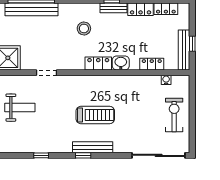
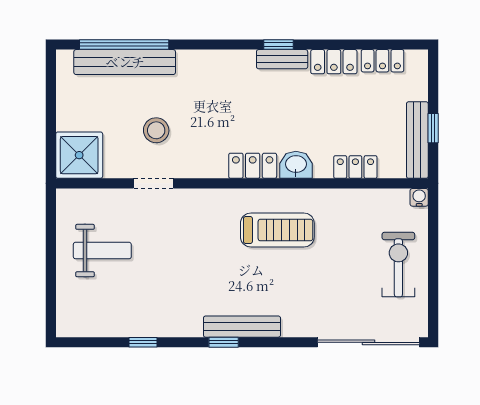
stool: (84, 28) -> (156, 130), moved
water cooler: (166, 80) -> (419, 197), moved
treadmill: (95, 115) -> (277, 230), moved

